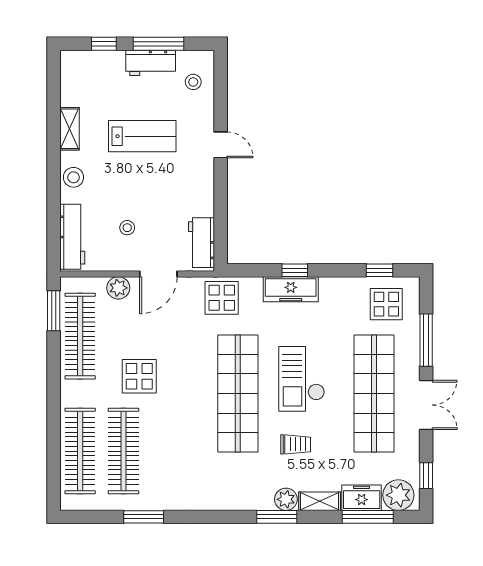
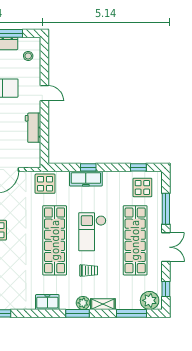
workbench: (201, 243) -> (33, 128), moved
freezer: (362, 498) -> (47, 302), moved

